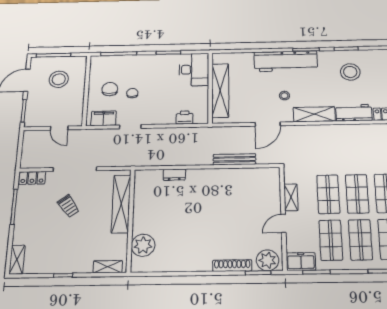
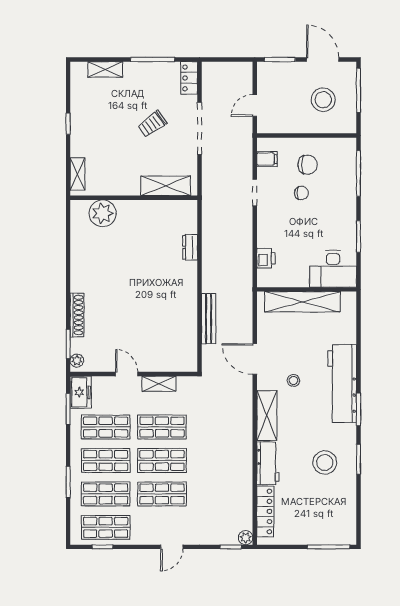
filing cabinet: (104, 118) -> (267, 159), width x0.50
shelving: (121, 204) -> (166, 186), width x0.68
shelving: (17, 260) -> (105, 69), moved
plant: (267, 260) -> (77, 361), width x0.53, depth x0.53

